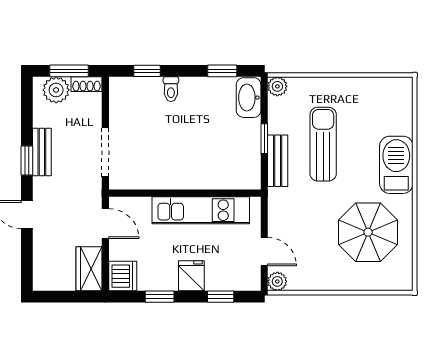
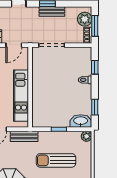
sun lounger: (323, 144) -> (56, 160), turned 180
bench: (278, 161) -> (24, 136), moved

